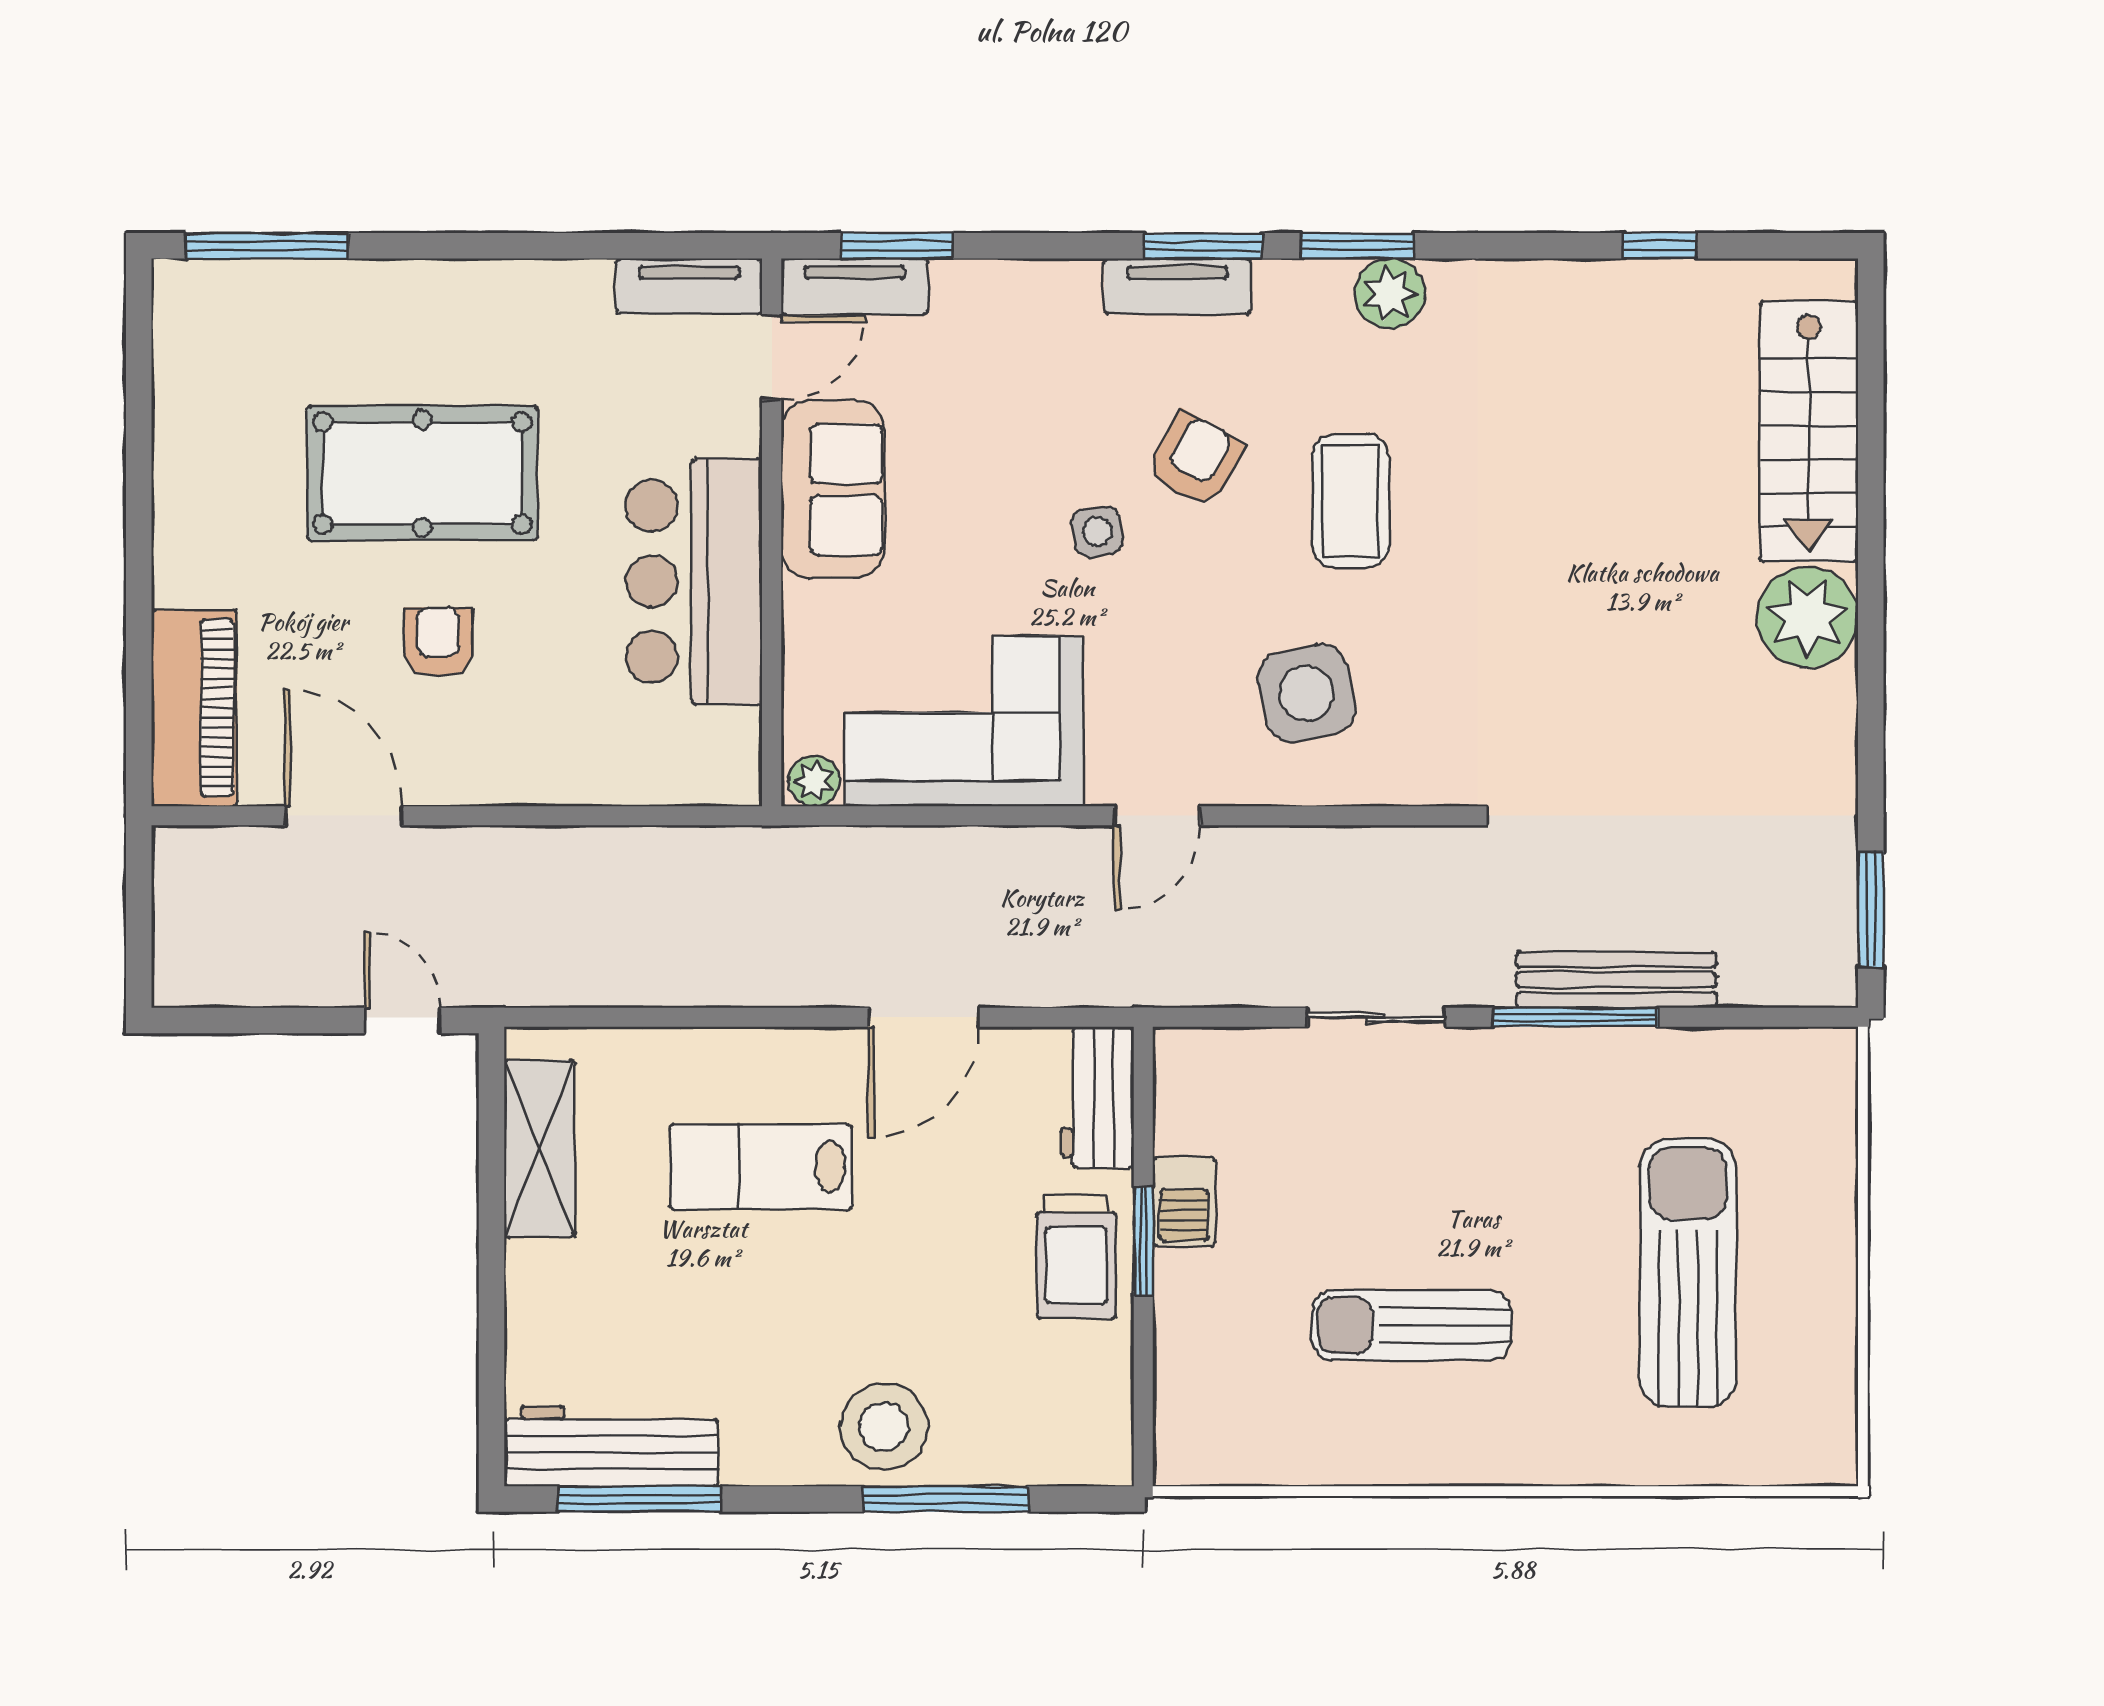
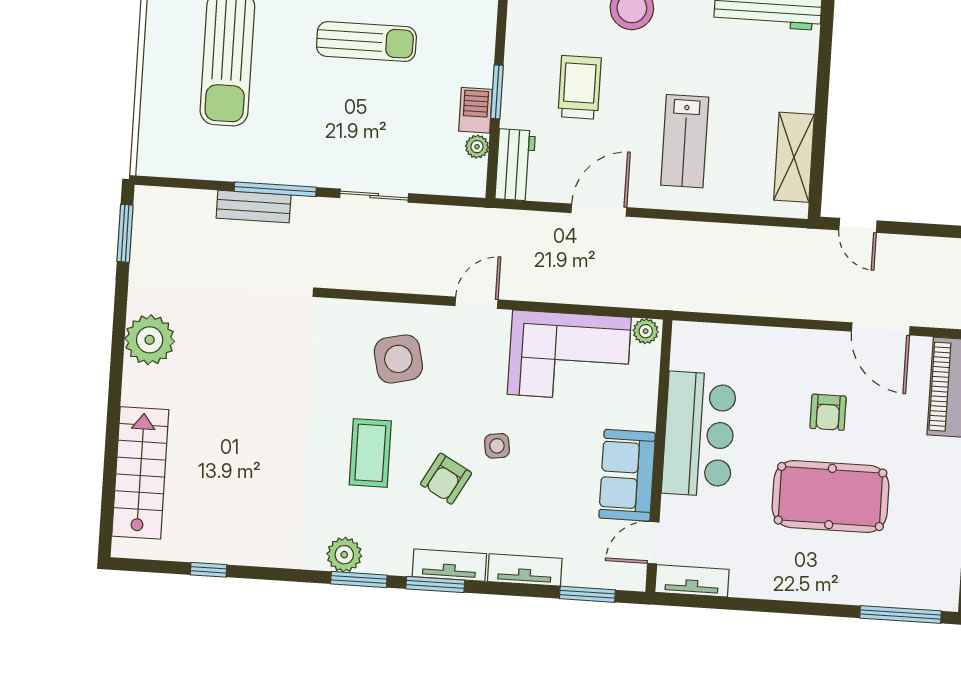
tv unit: (855, 286) -> (525, 570), moved
plant: (1808, 617) -> (150, 340), moved
bench: (1616, 980) -> (254, 207), width x0.73
plant: (1176, 1129) -> (477, 147), added
lab bench: (761, 1167) -> (685, 141), turned 90
trolley: (1076, 1257) -> (580, 87), moved

